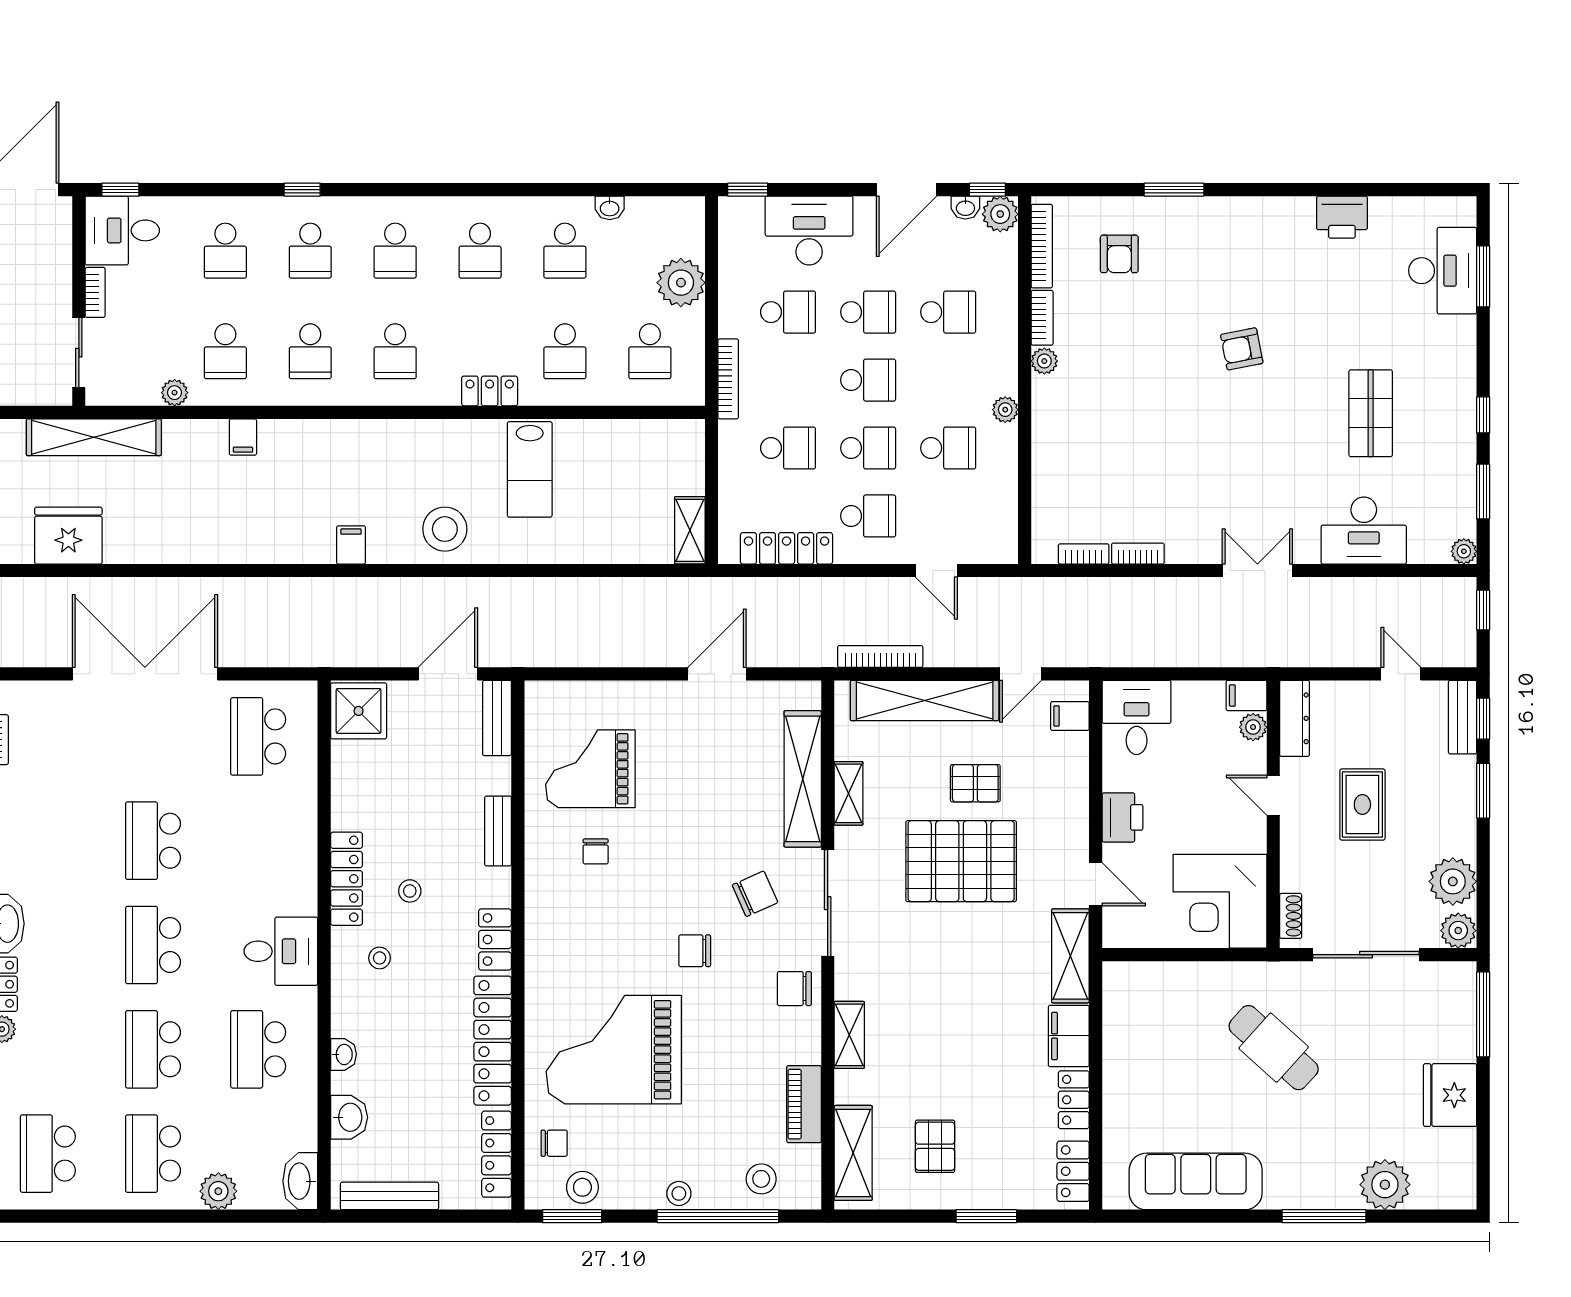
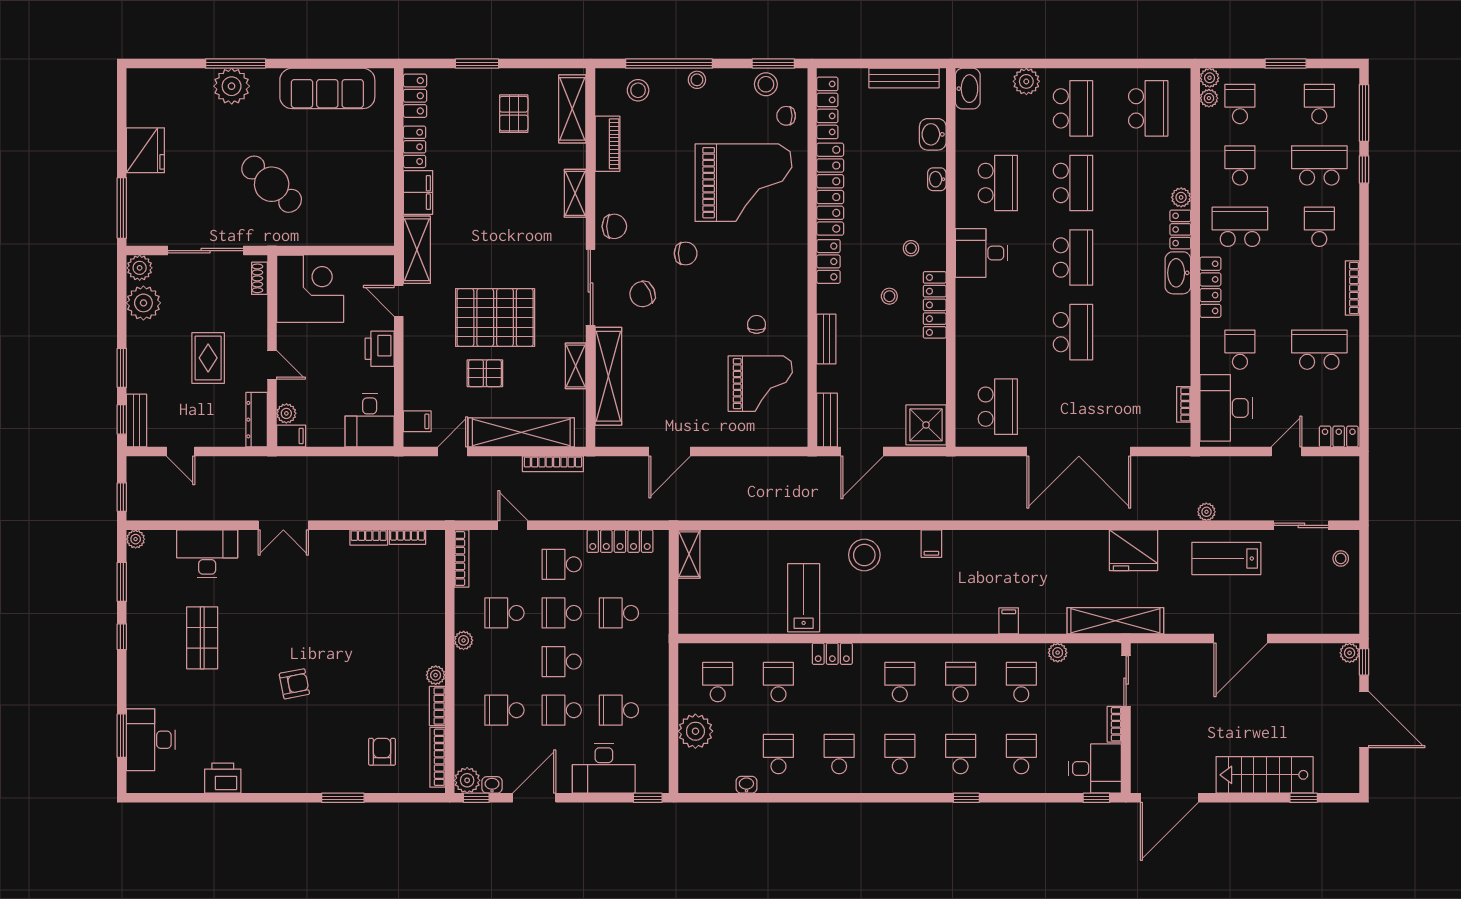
bookcase: (728, 379) -> (462, 559), moved, turned 180
plant: (1385, 1185) -> (232, 86), moved

